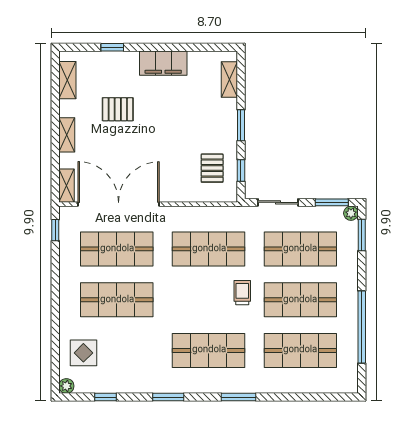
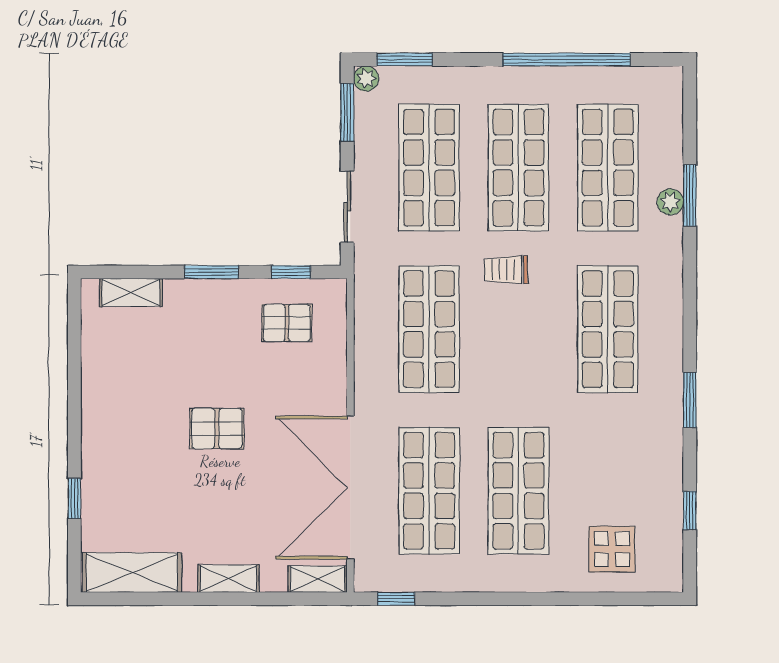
filing cabinet: (163, 63) -> (102, 409), removed
shelving: (67, 80) -> (132, 573), width x1.50, depth x1.33
pallet: (118, 109) -> (217, 429), moved, turned 90
plant: (66, 386) -> (670, 202), moved
window: (239, 397) -> (690, 195), moved

